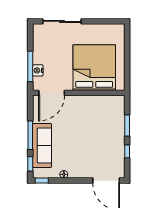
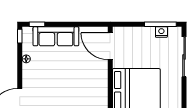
window: (30, 66) -> (160, 24), moved
nightstand: (38, 70) -> (161, 32), moved
window: (30, 135) -> (67, 24), removed

